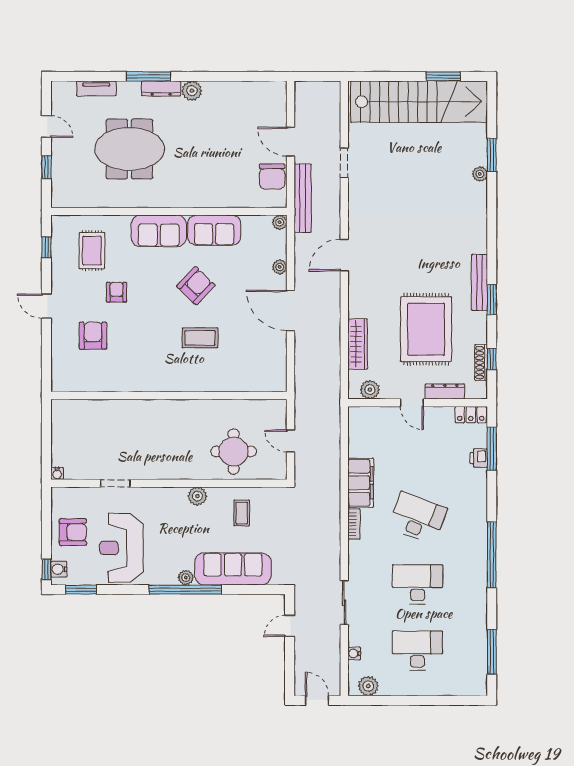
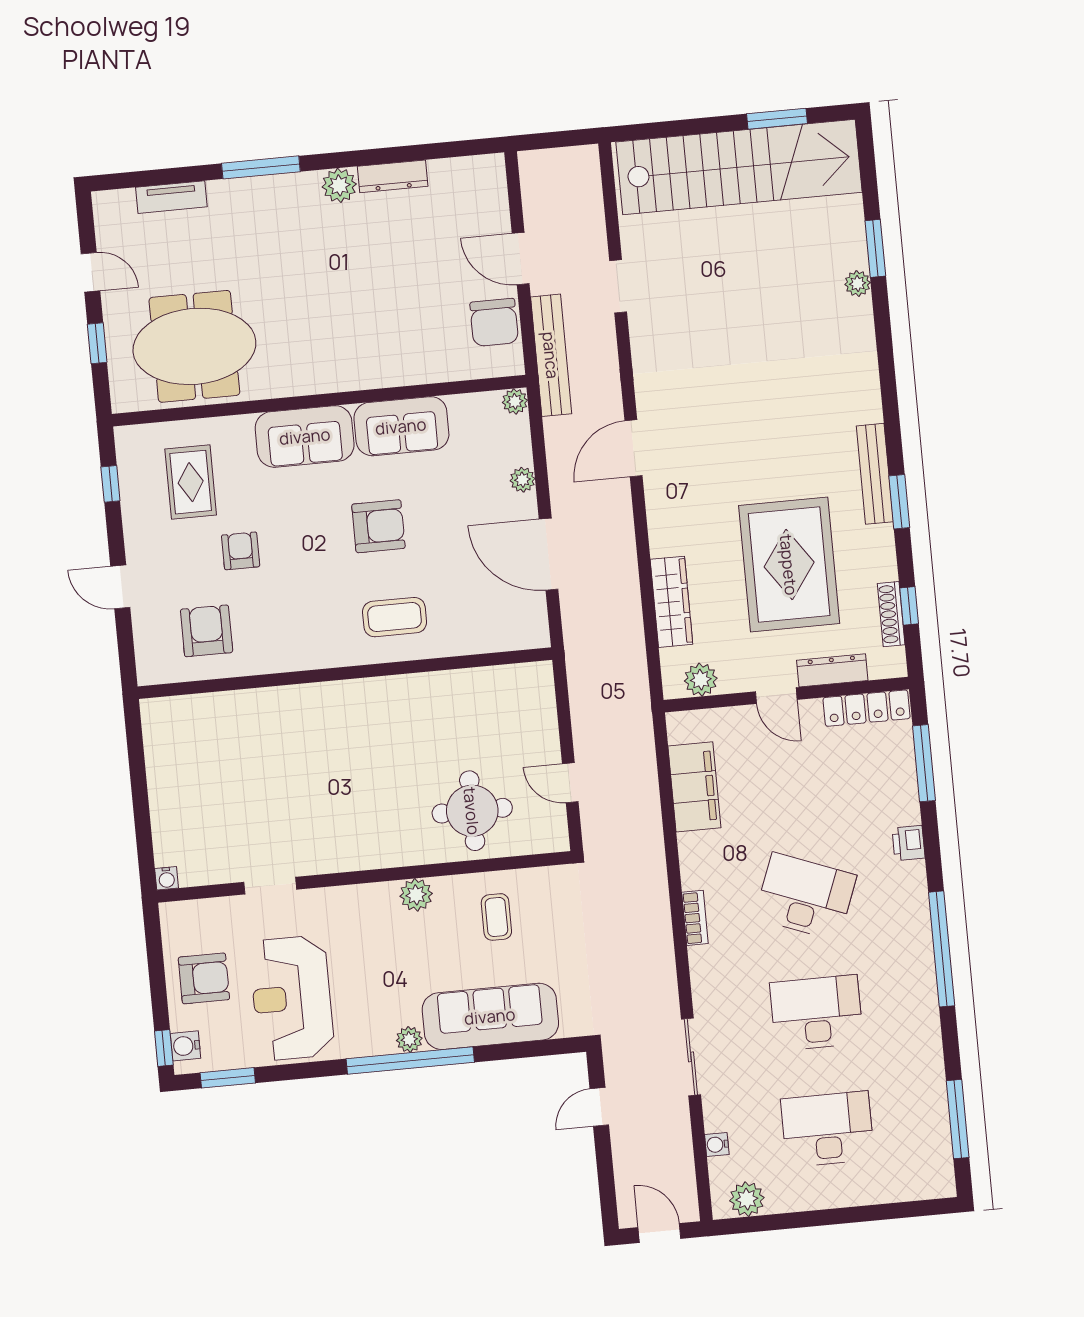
dresser: (161, 88) -> (393, 176), moved
meeting table: (129, 149) -> (194, 346), moved
armchair: (196, 286) -> (378, 526), turned 46
wall: (169, 396) -> (345, 673), moved
locker: (471, 415) -> (867, 708), width x1.53
printer: (479, 458) -> (908, 843), moved
filing cabinet: (361, 483) -> (694, 787), moved

